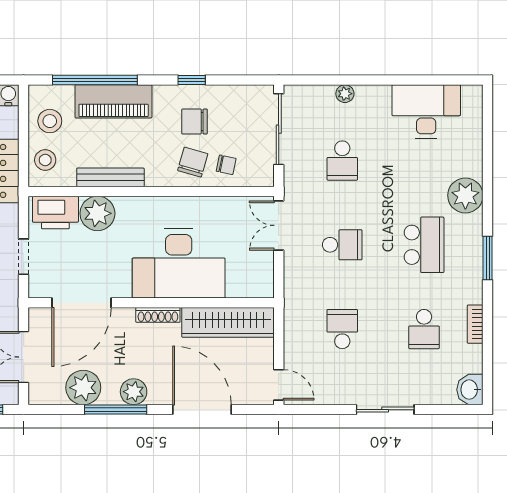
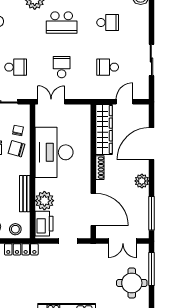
double door: (279, 225) -> (51, 102), swing flipped
school desk: (424, 245) -> (62, 23), turned 180
desk: (179, 264) -> (54, 152), moved, turned 180
door: (279, 385) -> (125, 102), moved
plant: (83, 388) -> (139, 208), removed
window: (116, 410) -> (151, 213), moved
sliding door: (385, 410) -> (151, 60), moved

